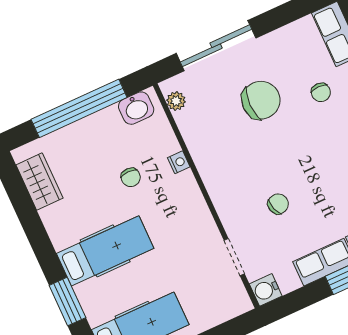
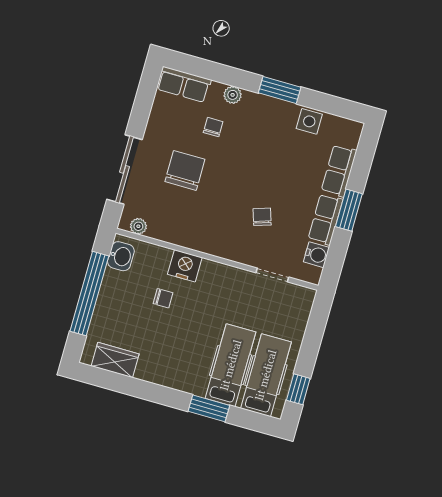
chair: (321, 92) -> (213, 127), turned -90
nightstand: (179, 162) -> (185, 266), width x1.89, depth x1.79
hospital bed: (105, 251) -> (231, 365), moved
water cooler: (266, 290) -> (316, 255), moved, turned -90

